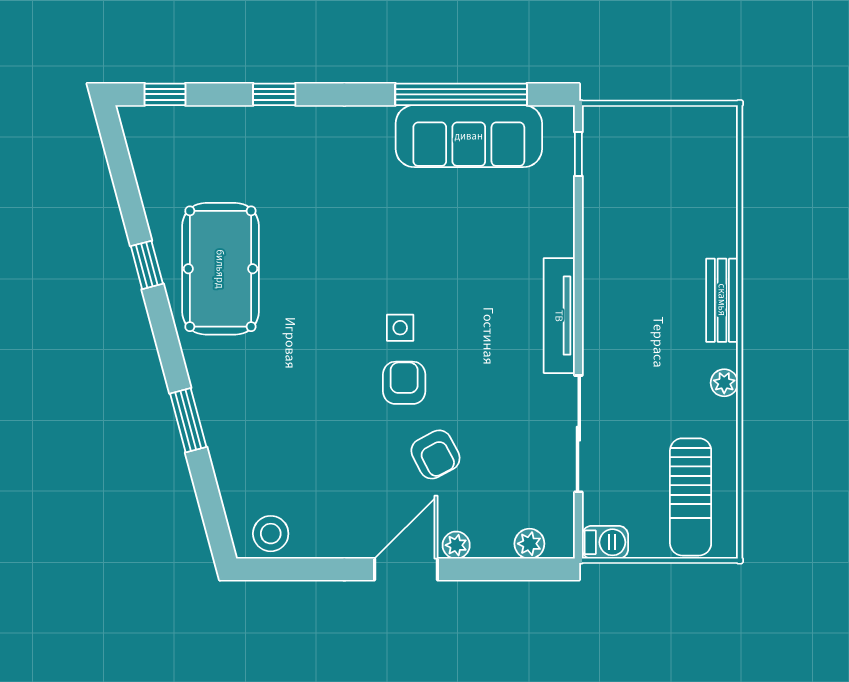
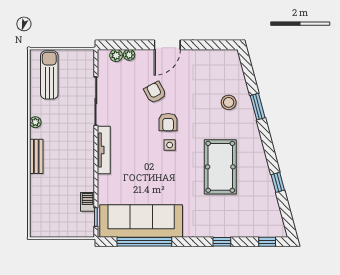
sofa: (469, 136) -> (141, 221), width x1.36, depth x1.27
window: (147, 265) -> (278, 182), moved
pool table: (220, 269) -> (220, 167), moved
stool: (271, 534) -> (229, 102), moved
barbecue: (605, 542) -> (88, 202), moved, turned 90
plant: (456, 545) -> (129, 55), moved

